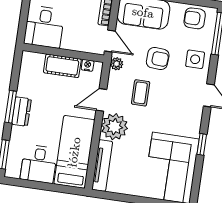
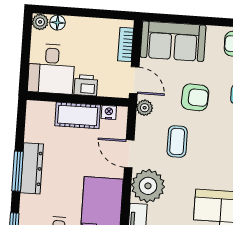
printer: (71, 42) -> (86, 85), added
door: (101, 100) -> (129, 154), hinge flipped
dresser: (21, 112) -> (32, 168), width x1.44

